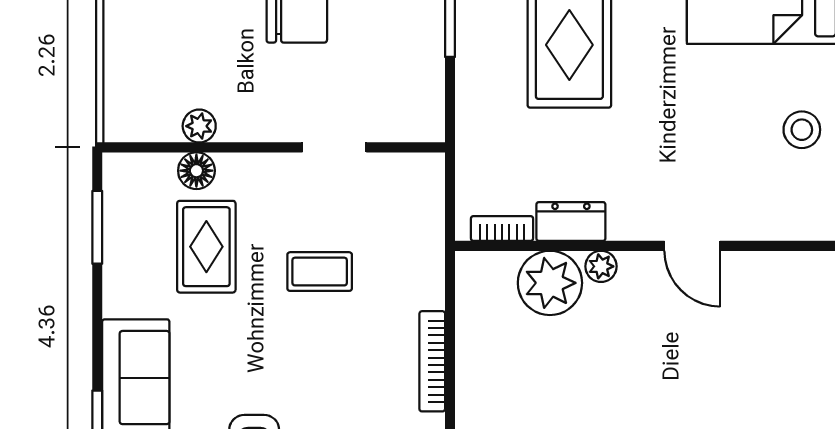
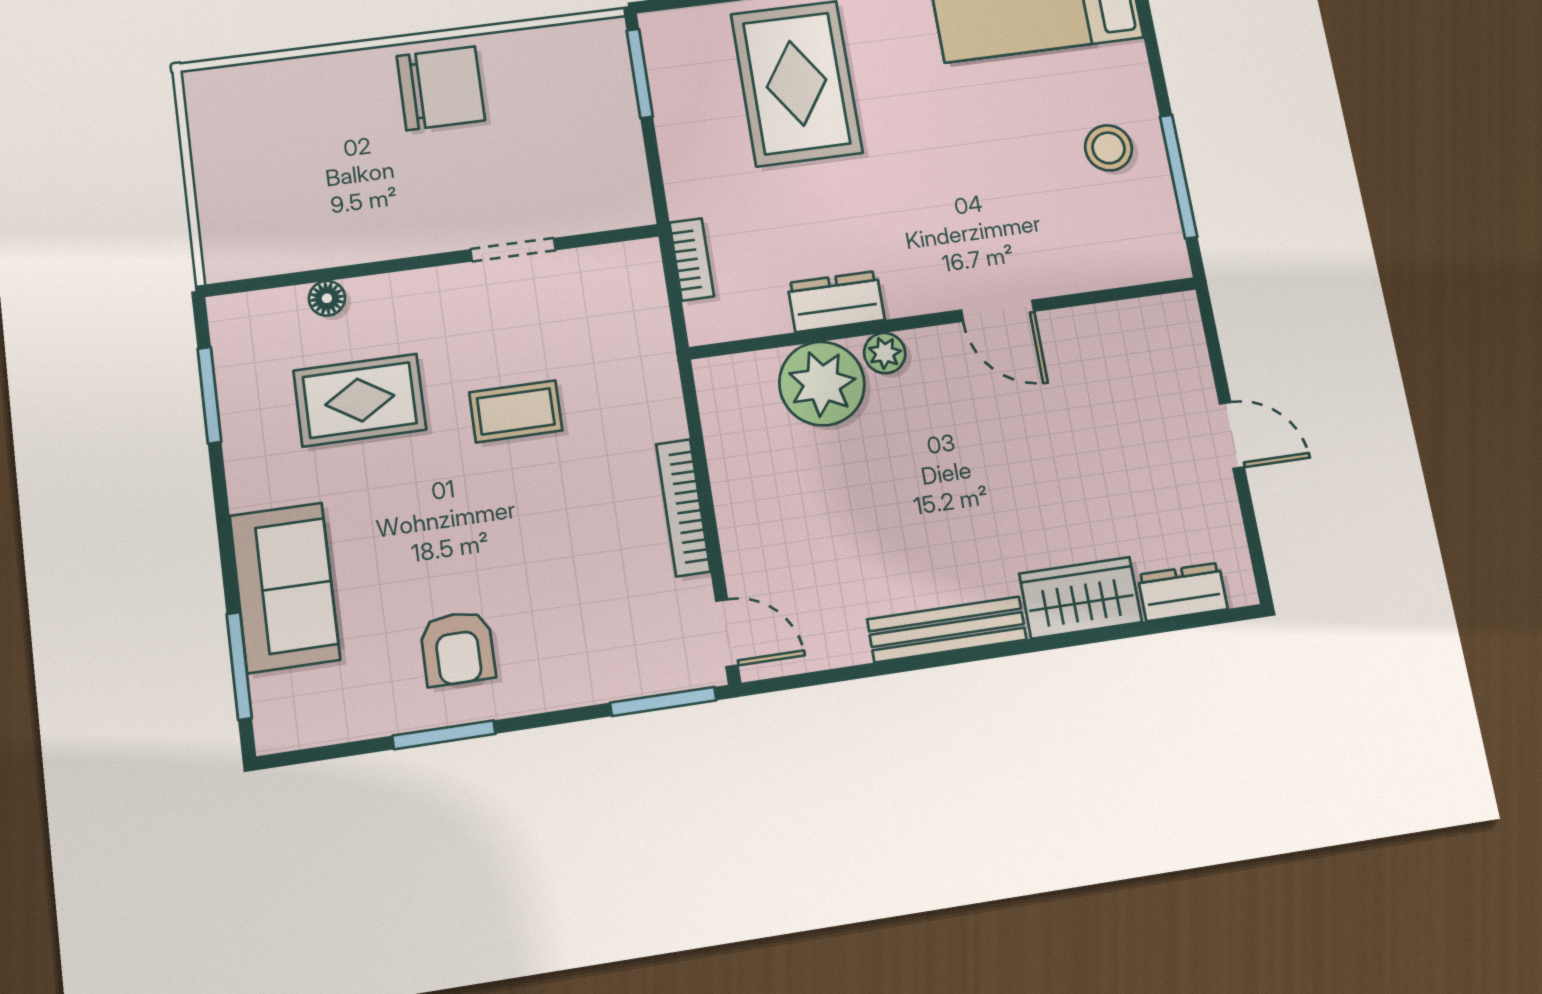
plant: (199, 126) -> (331, 246), removed
floor lamp: (196, 171) -> (327, 298), width x0.73, depth x0.73
bookcase: (502, 228) -> (692, 259), moved, turned 90
rug: (206, 247) -> (360, 400), turned 90

